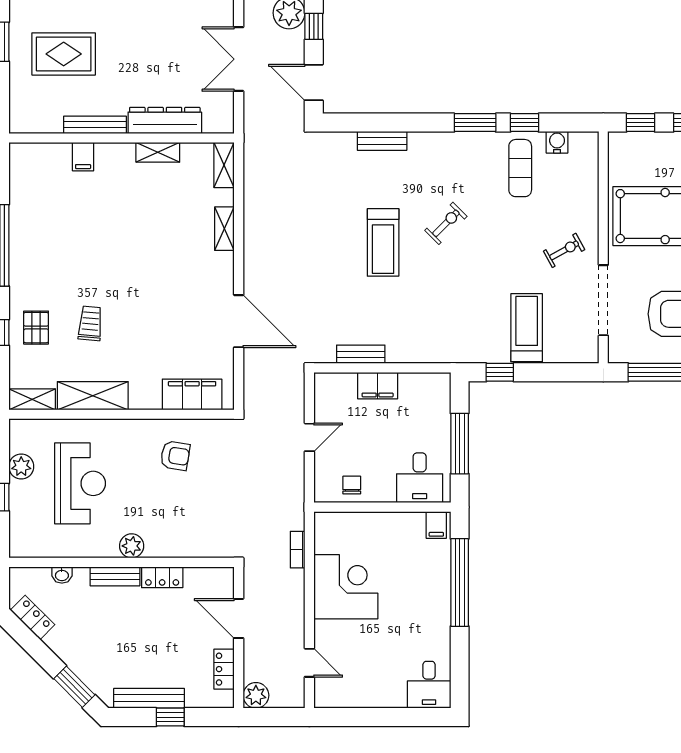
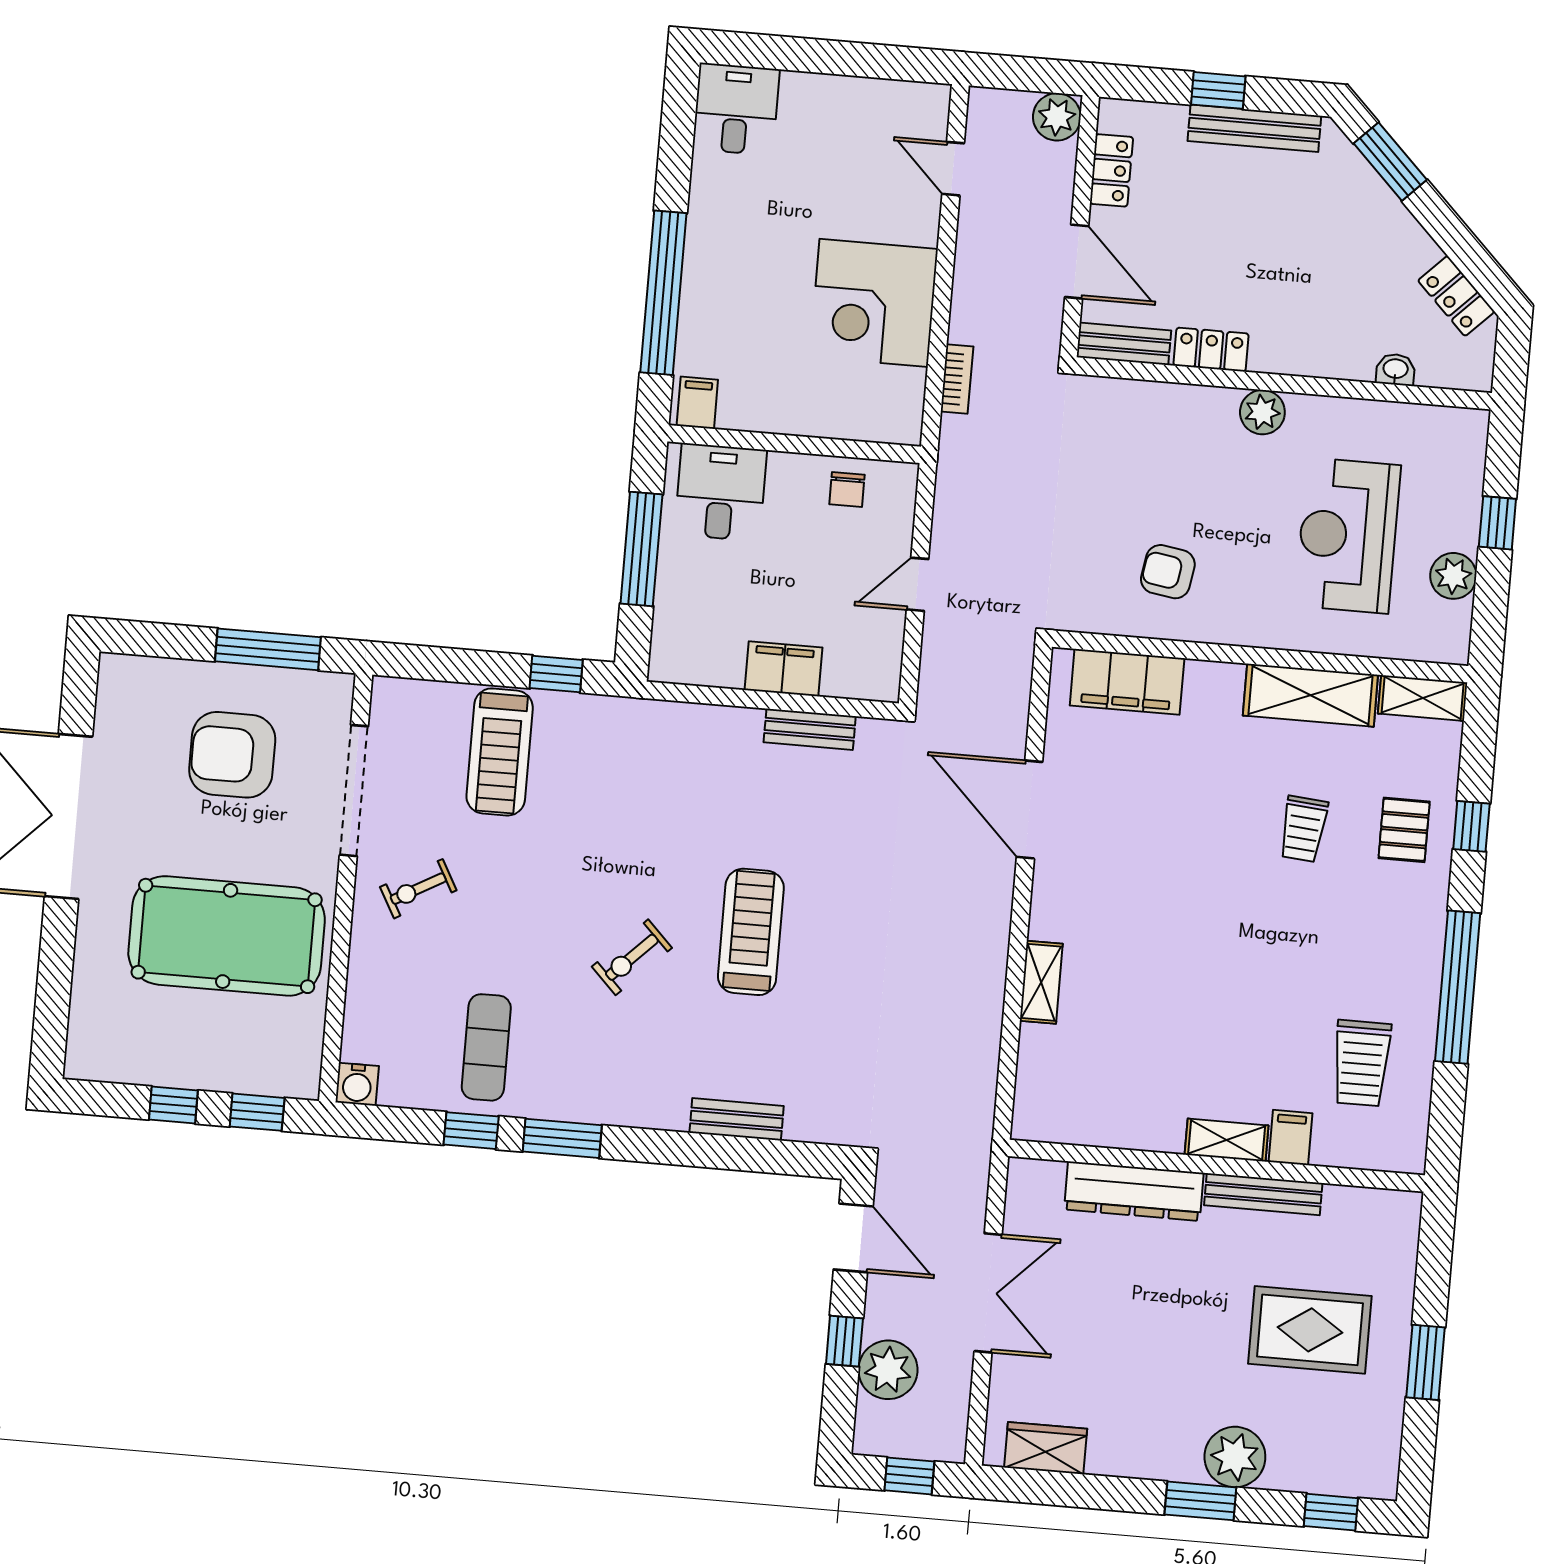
water cooler: (557, 142) -> (357, 1084), moved
shelving: (158, 152) -> (1227, 1140), moved
shelving: (224, 165) -> (1032, 1100), removed
trolley: (48, 200) -> (1361, 1063), added
bench: (115, 576) -> (1124, 344), moved

